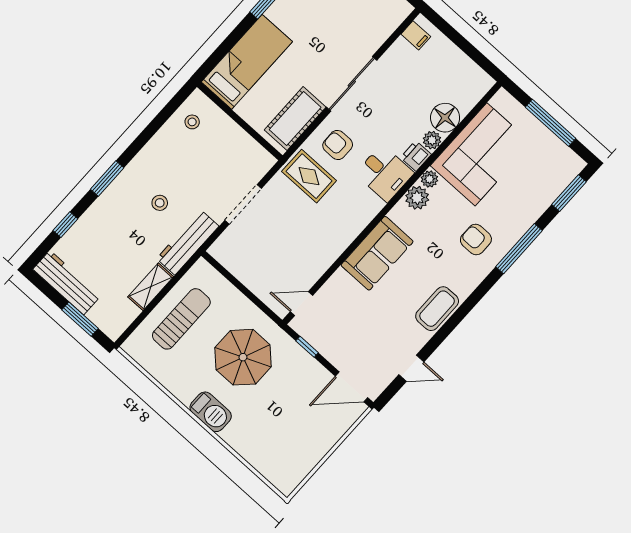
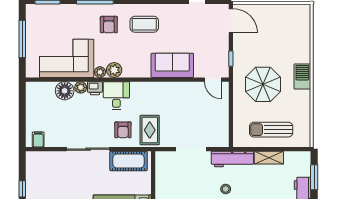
sofa: (377, 253) -> (172, 65), moved
coffee table: (437, 309) -> (144, 24), moved

